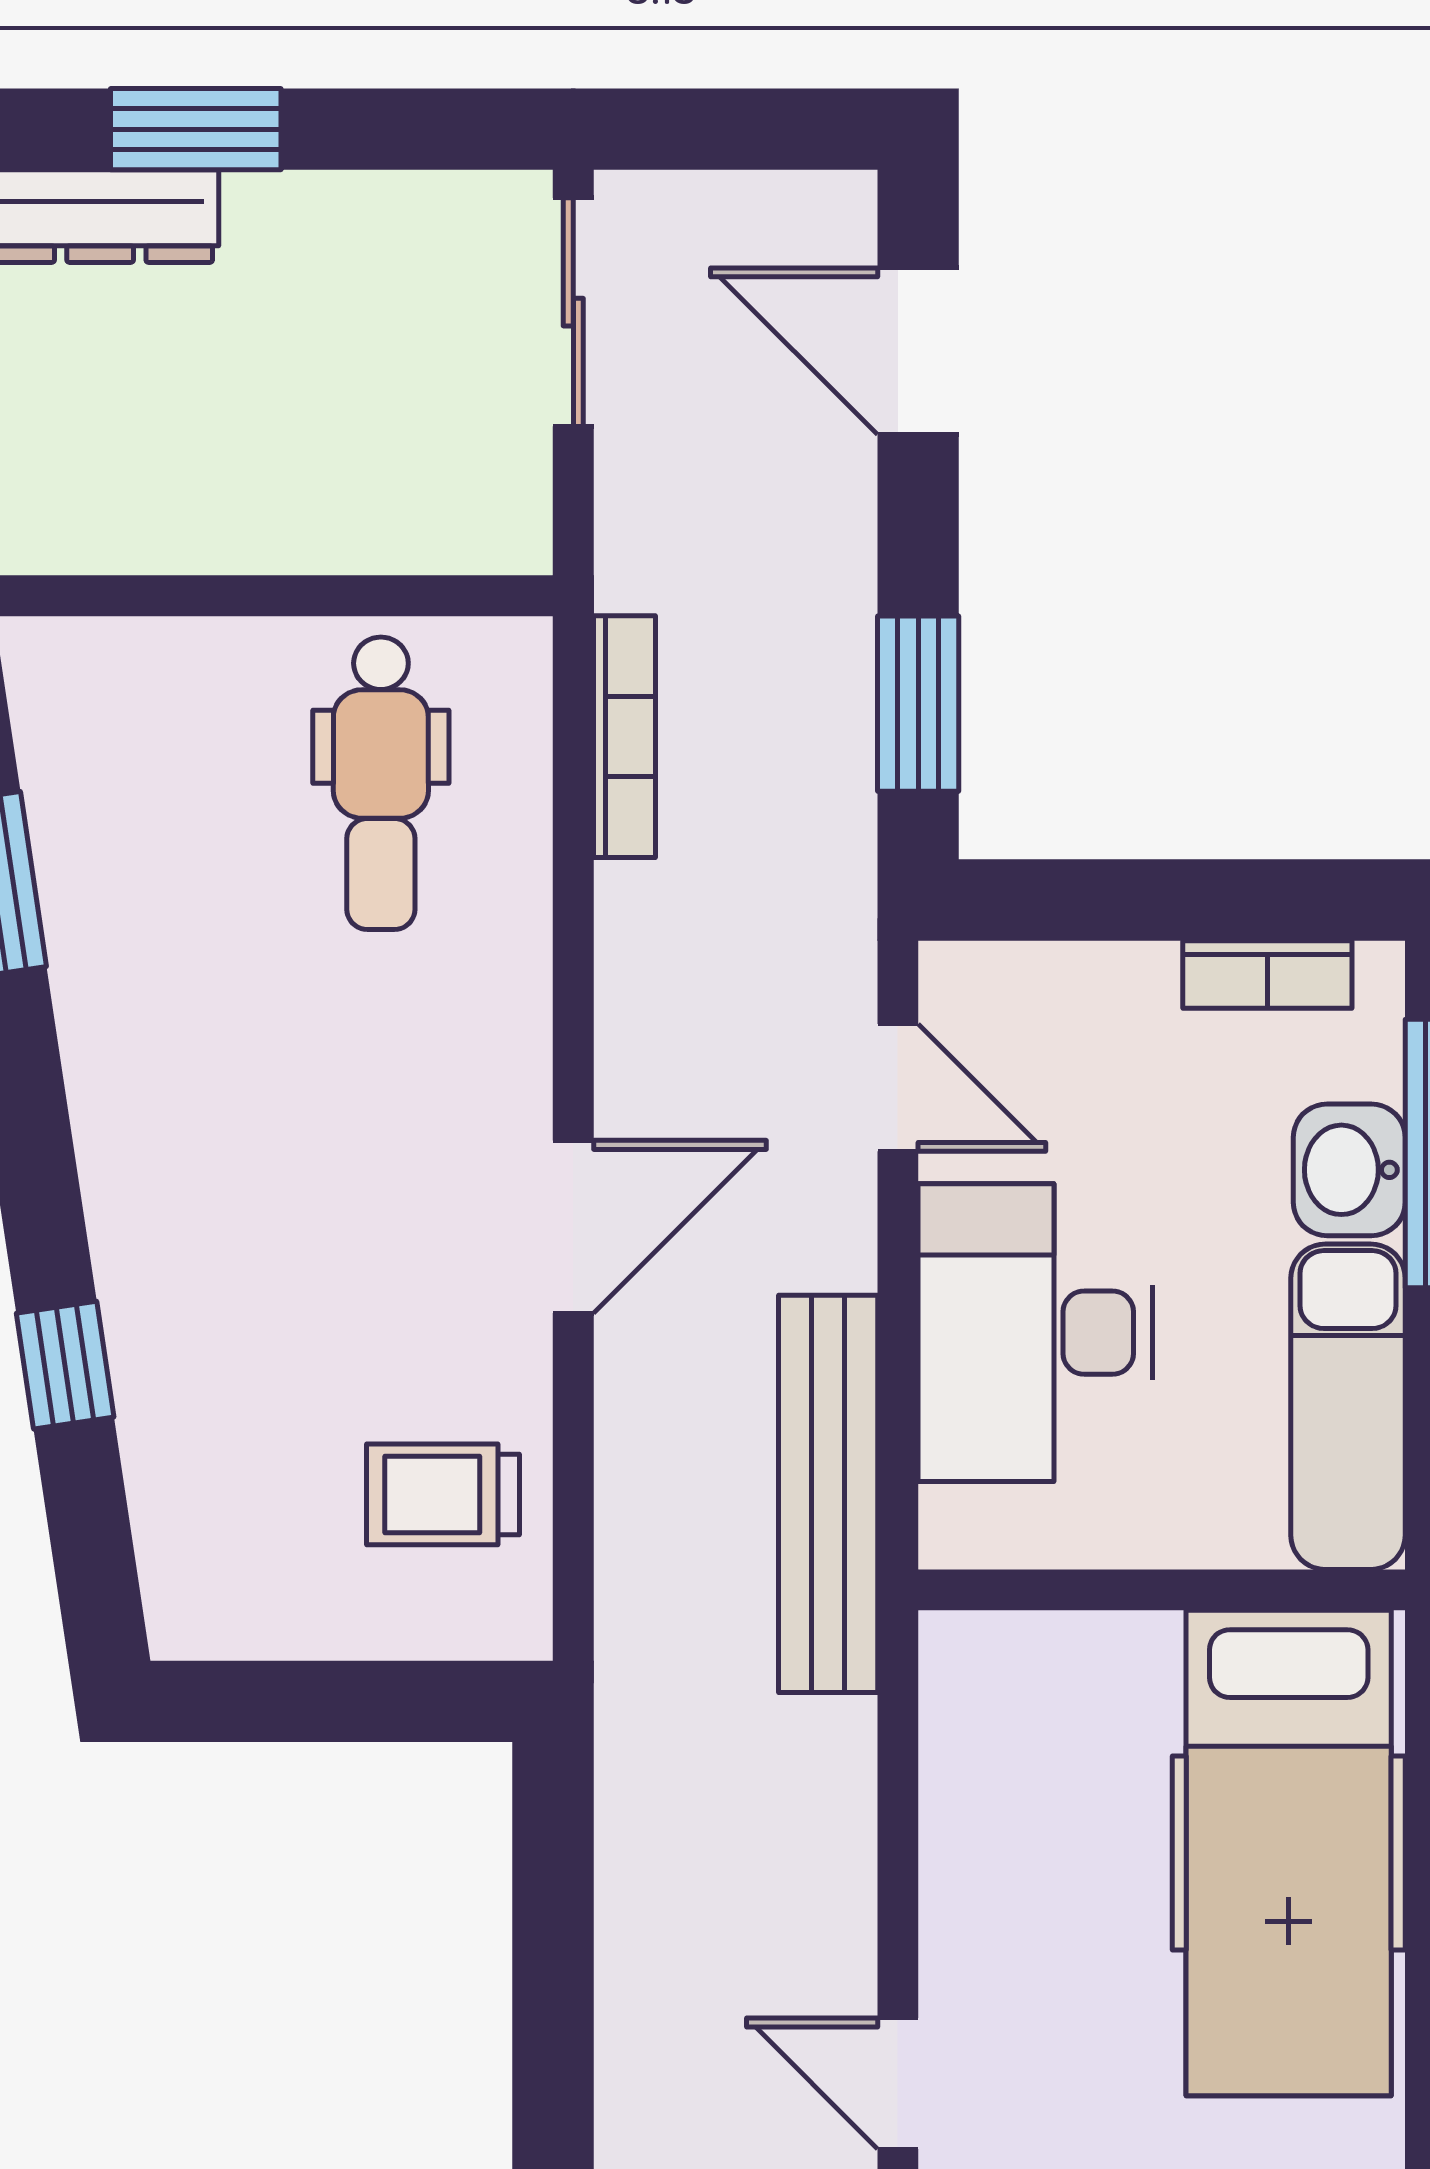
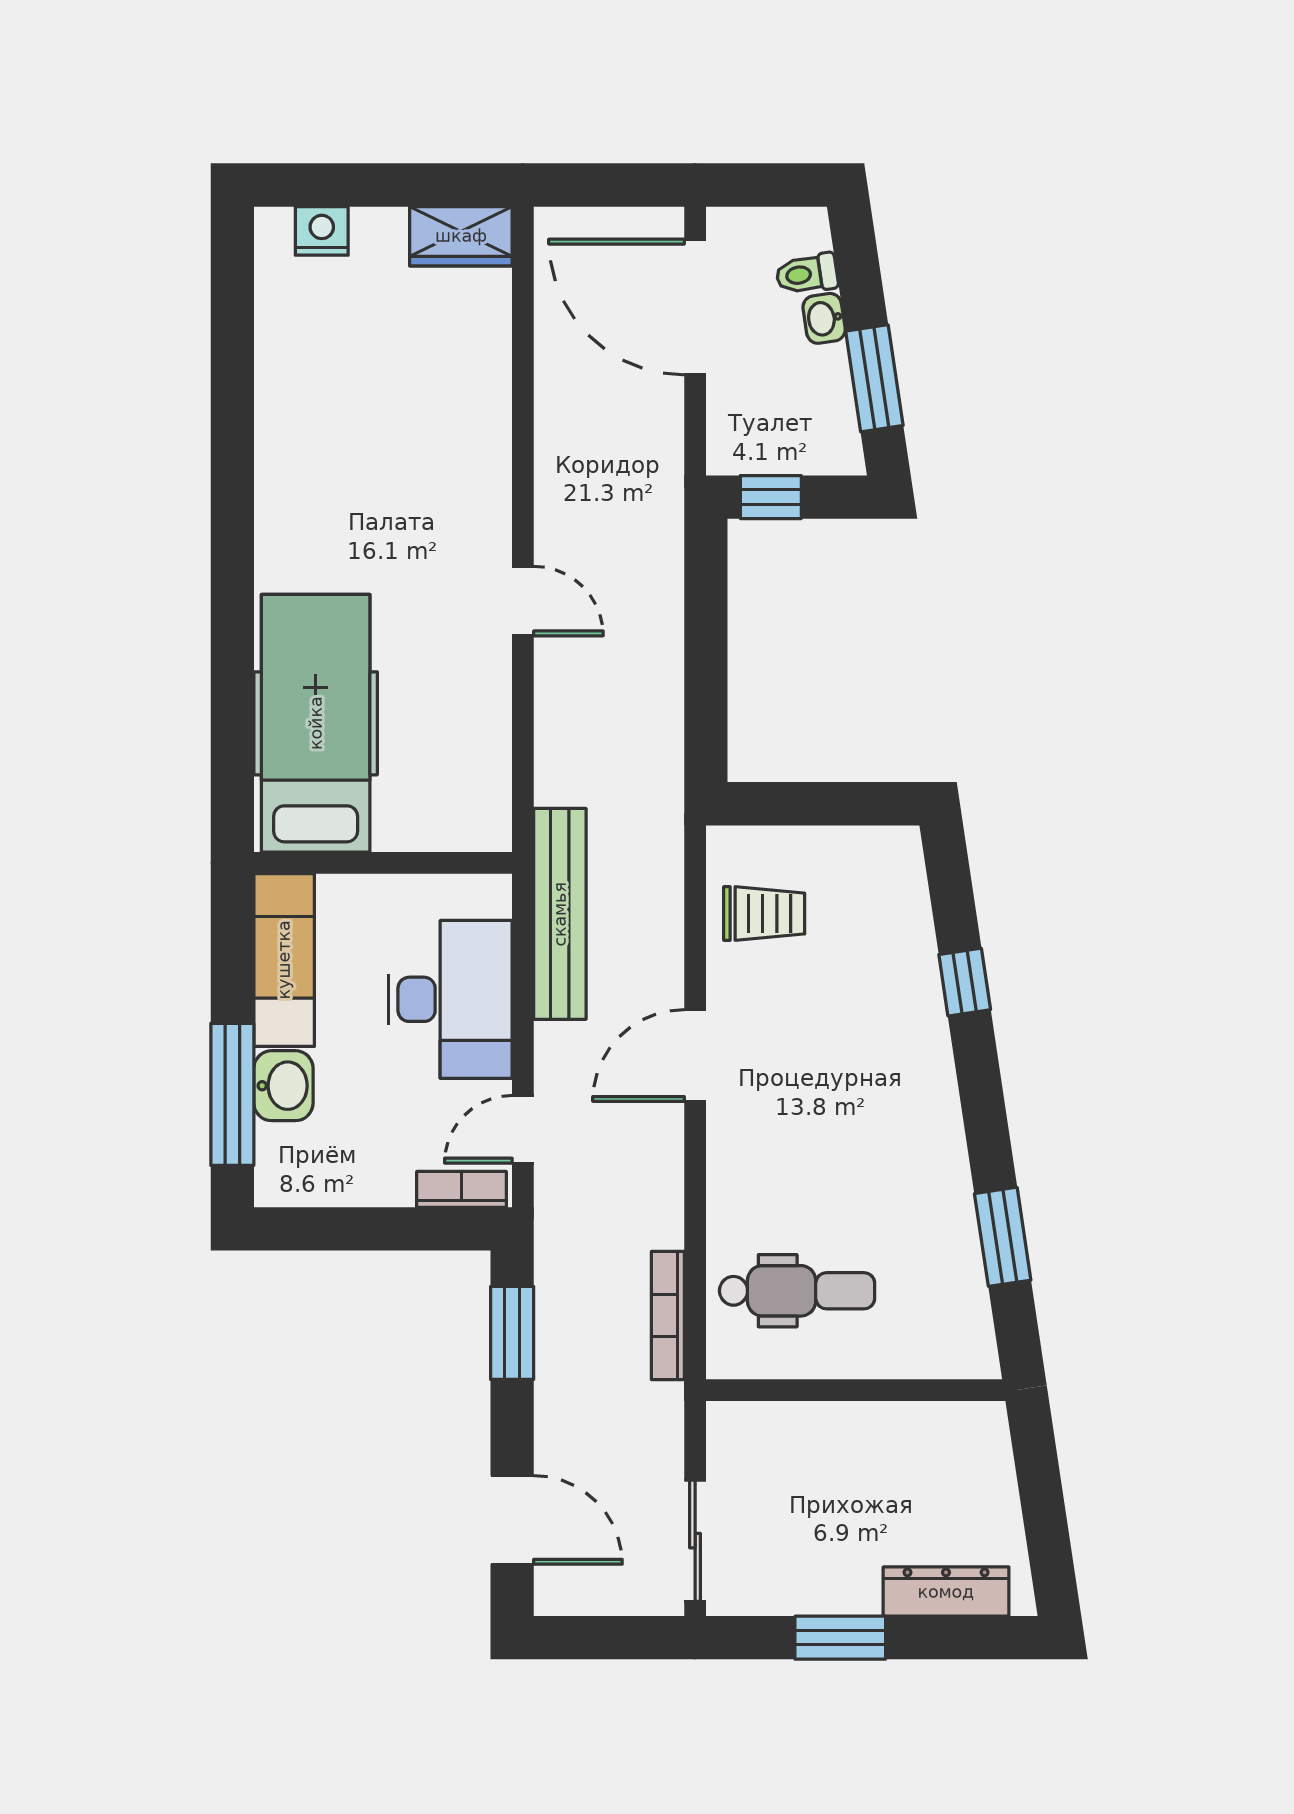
window: (196, 129) -> (840, 1638), moved
dental chair: (381, 783) -> (797, 1291), turned 90
bookcase: (1267, 974) -> (462, 1189), moved
door: (898, 1088) -> (523, 1129), hinge flipped

